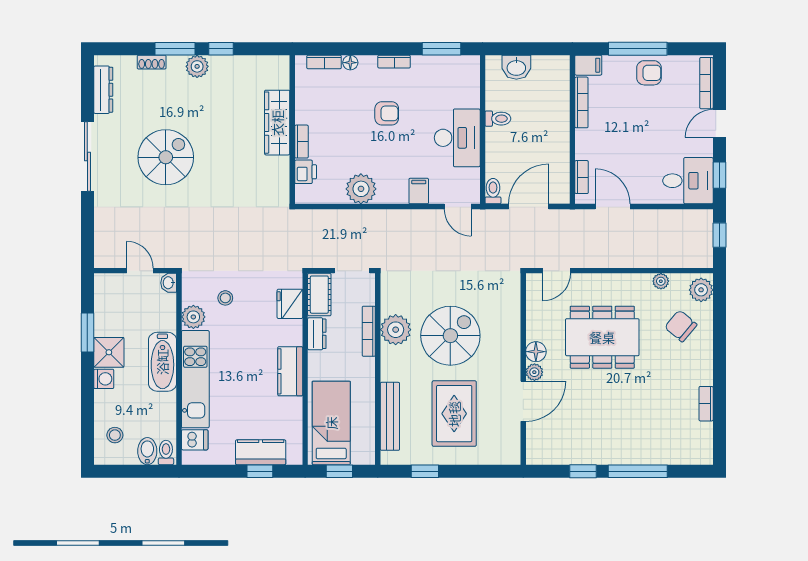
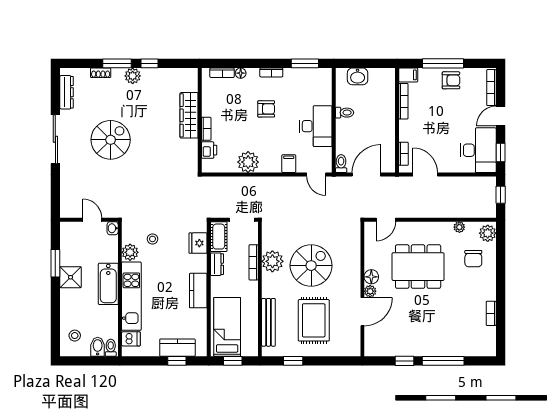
desk: (688, 181) -> (478, 150), width x1.37
chair: (681, 326) -> (473, 259), turned -130
washing machine: (104, 379) -> (67, 296), removed

